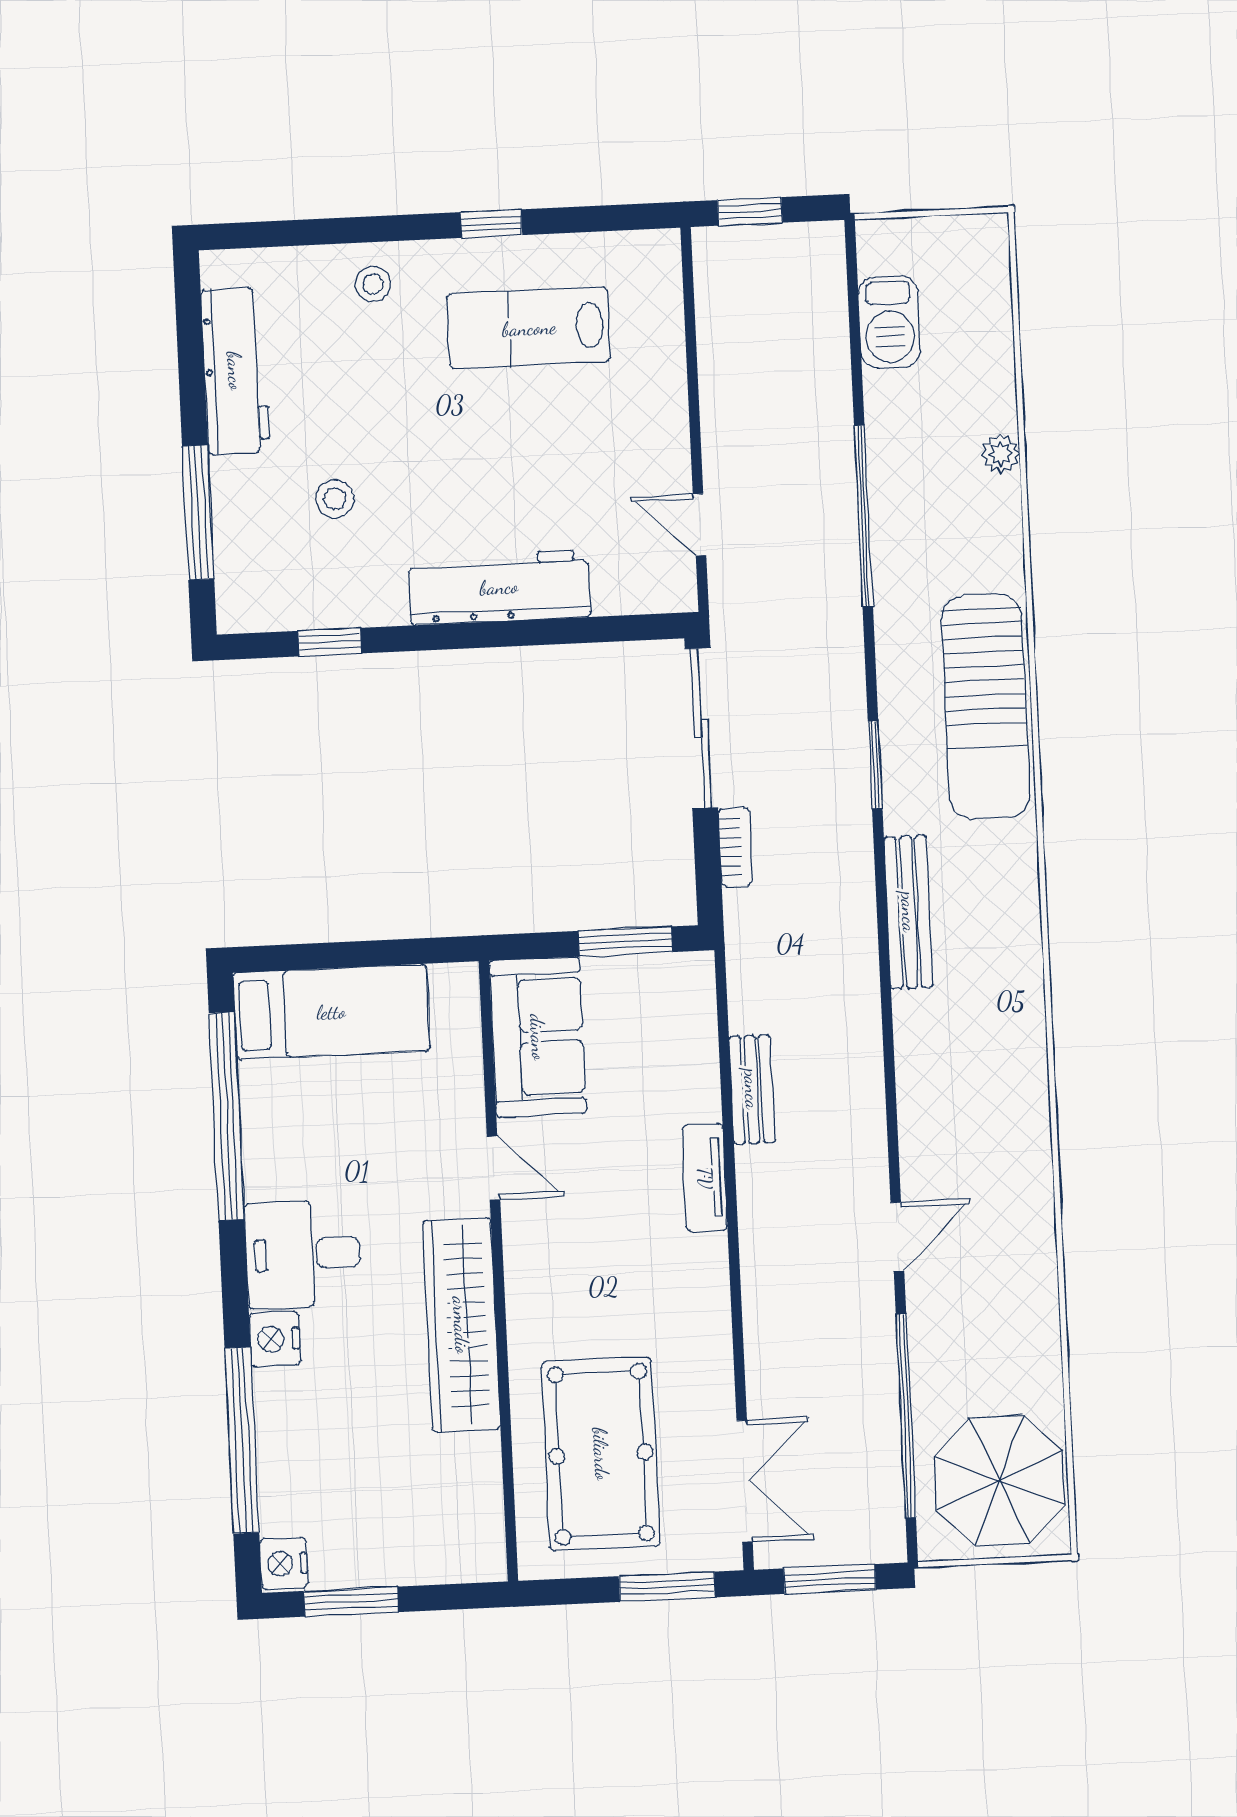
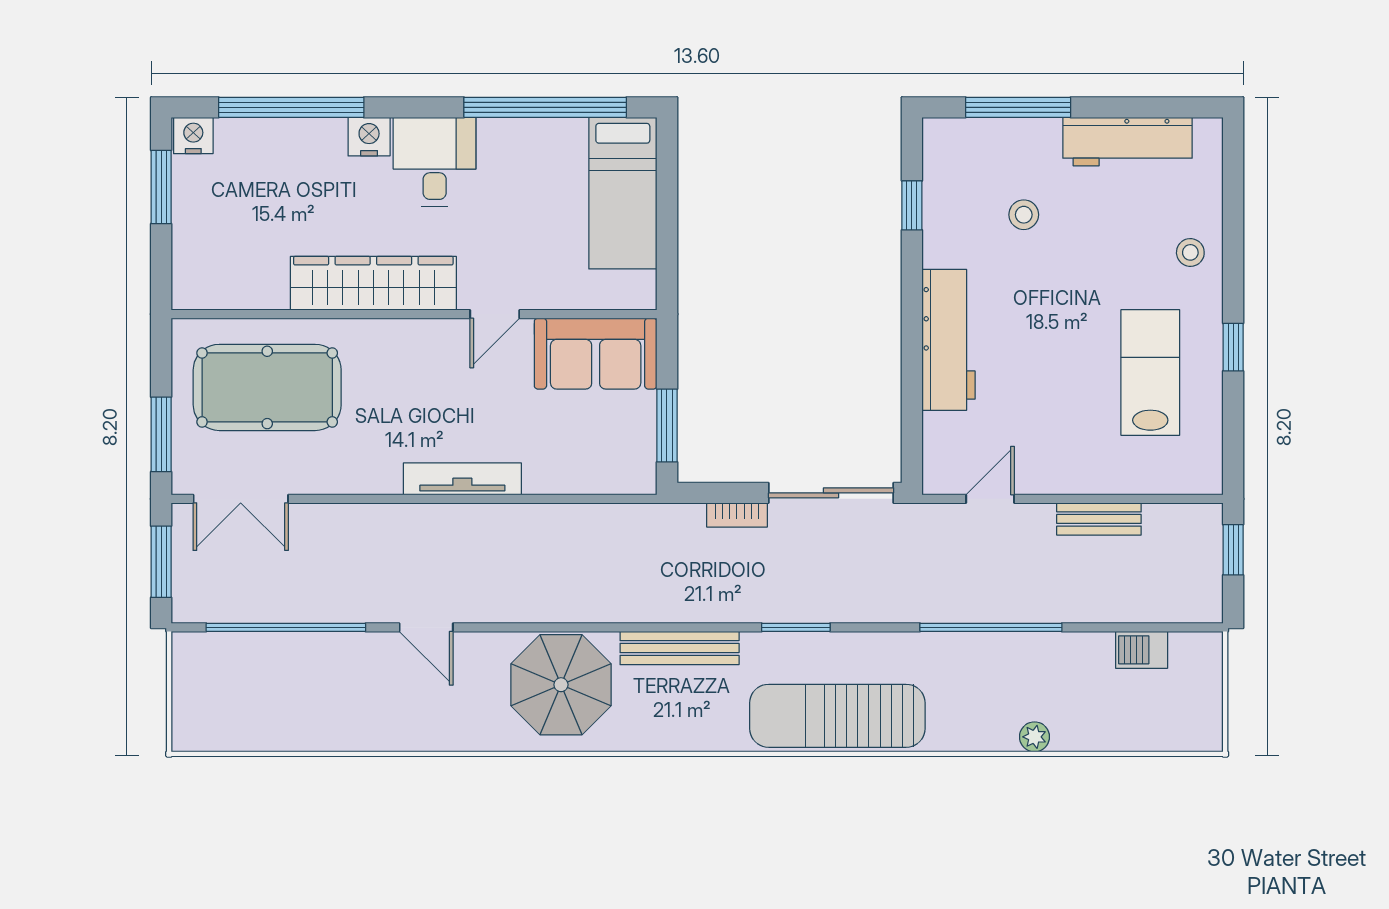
barbecue: (889, 322) -> (1142, 650), width x0.73, depth x0.79
bench: (752, 1089) -> (1099, 519), moved
tv unit: (705, 1178) -> (462, 479), width x1.41
parasol: (999, 1480) -> (561, 685), moved

